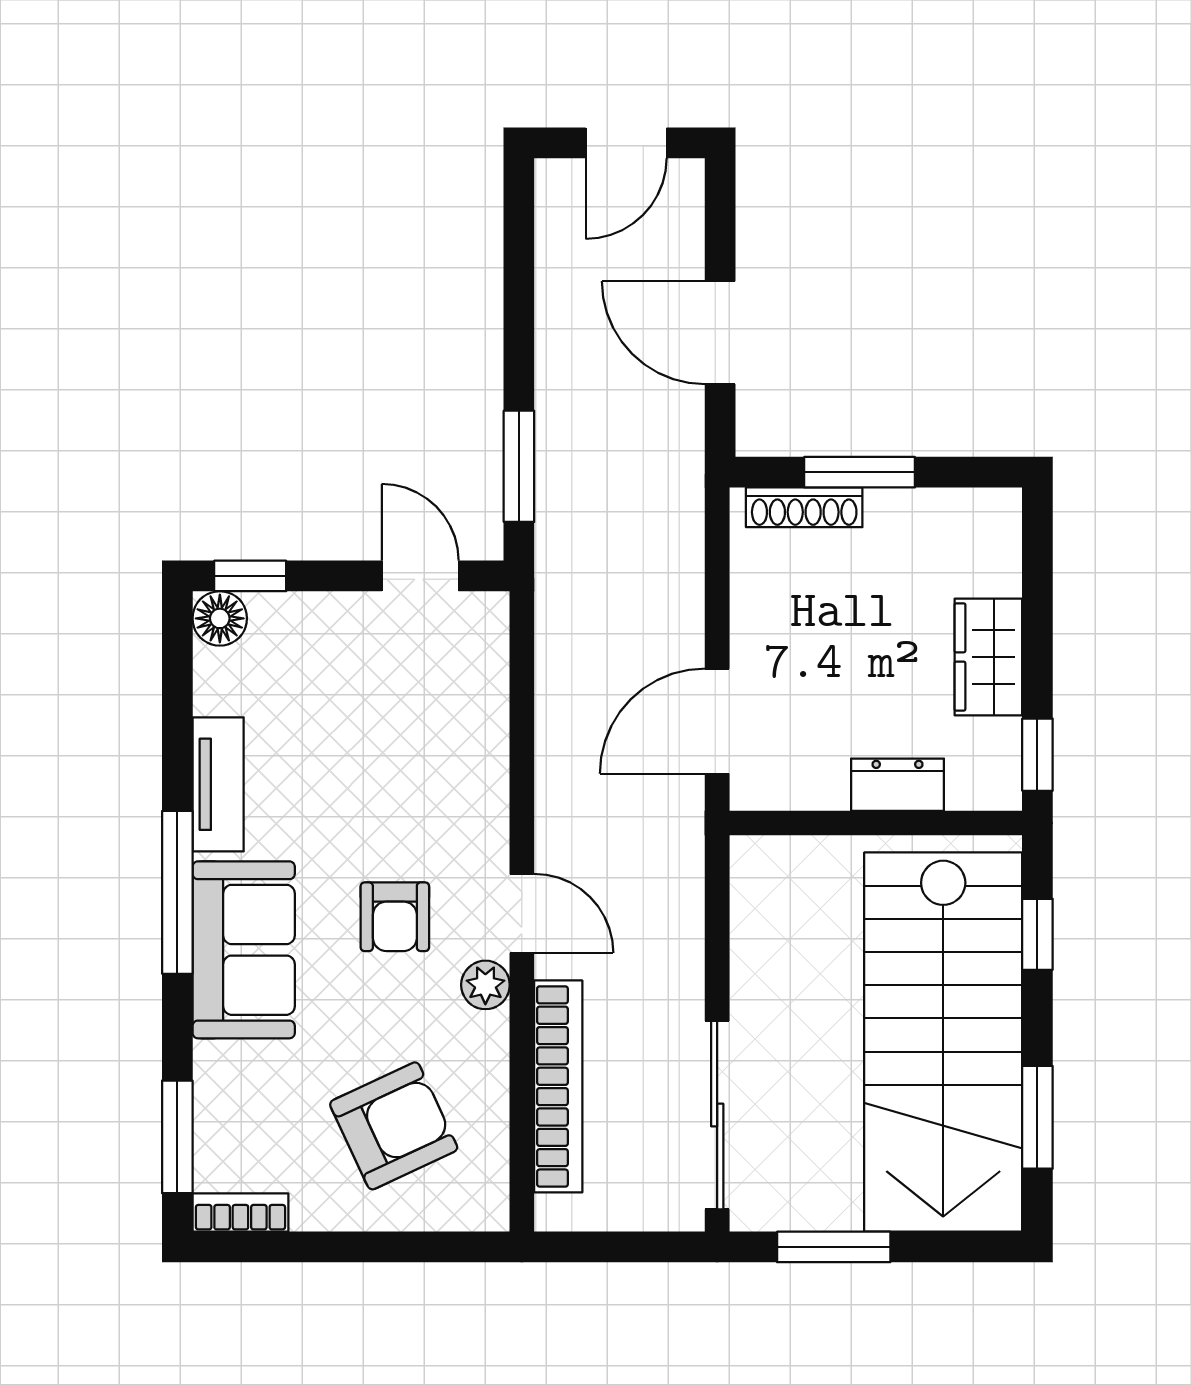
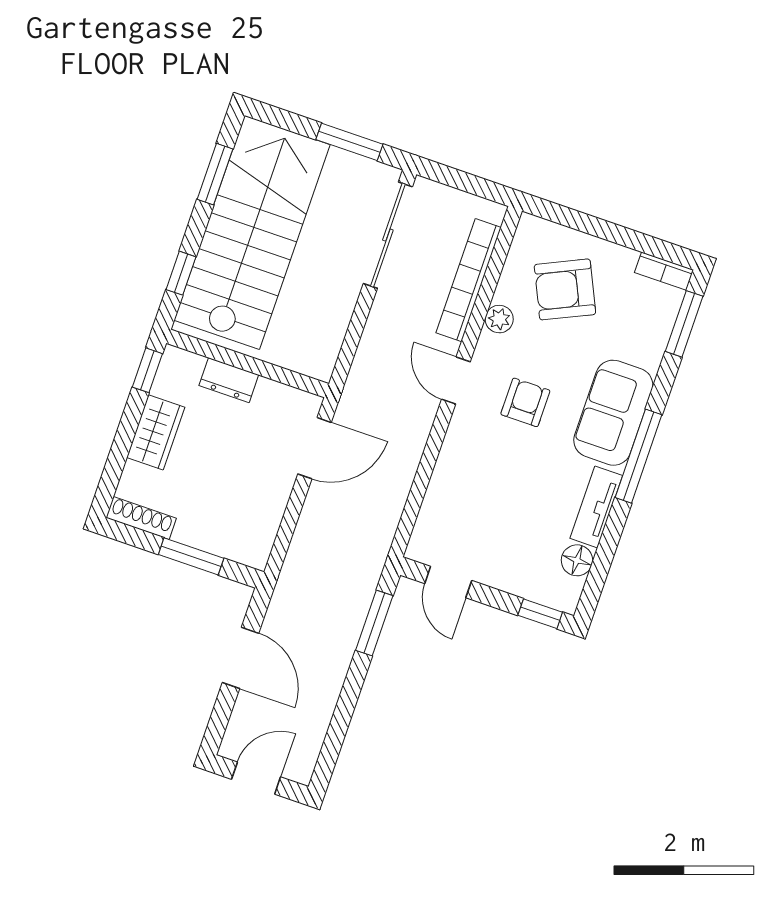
shoe rack: (804, 507) -> (141, 518), moved
floor lamp: (220, 618) -> (577, 560), moved
plant: (485, 985) -> (499, 319), moved

